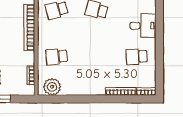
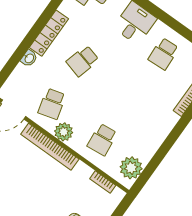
plant: (45, 29) -> (64, 132), added

